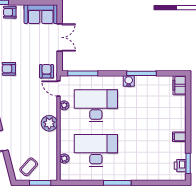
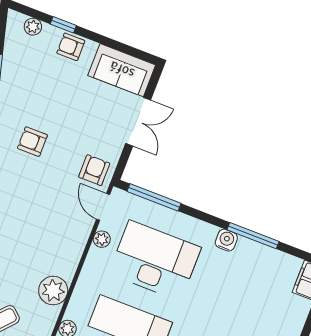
plant: (49, 123) -> (53, 291), moved

